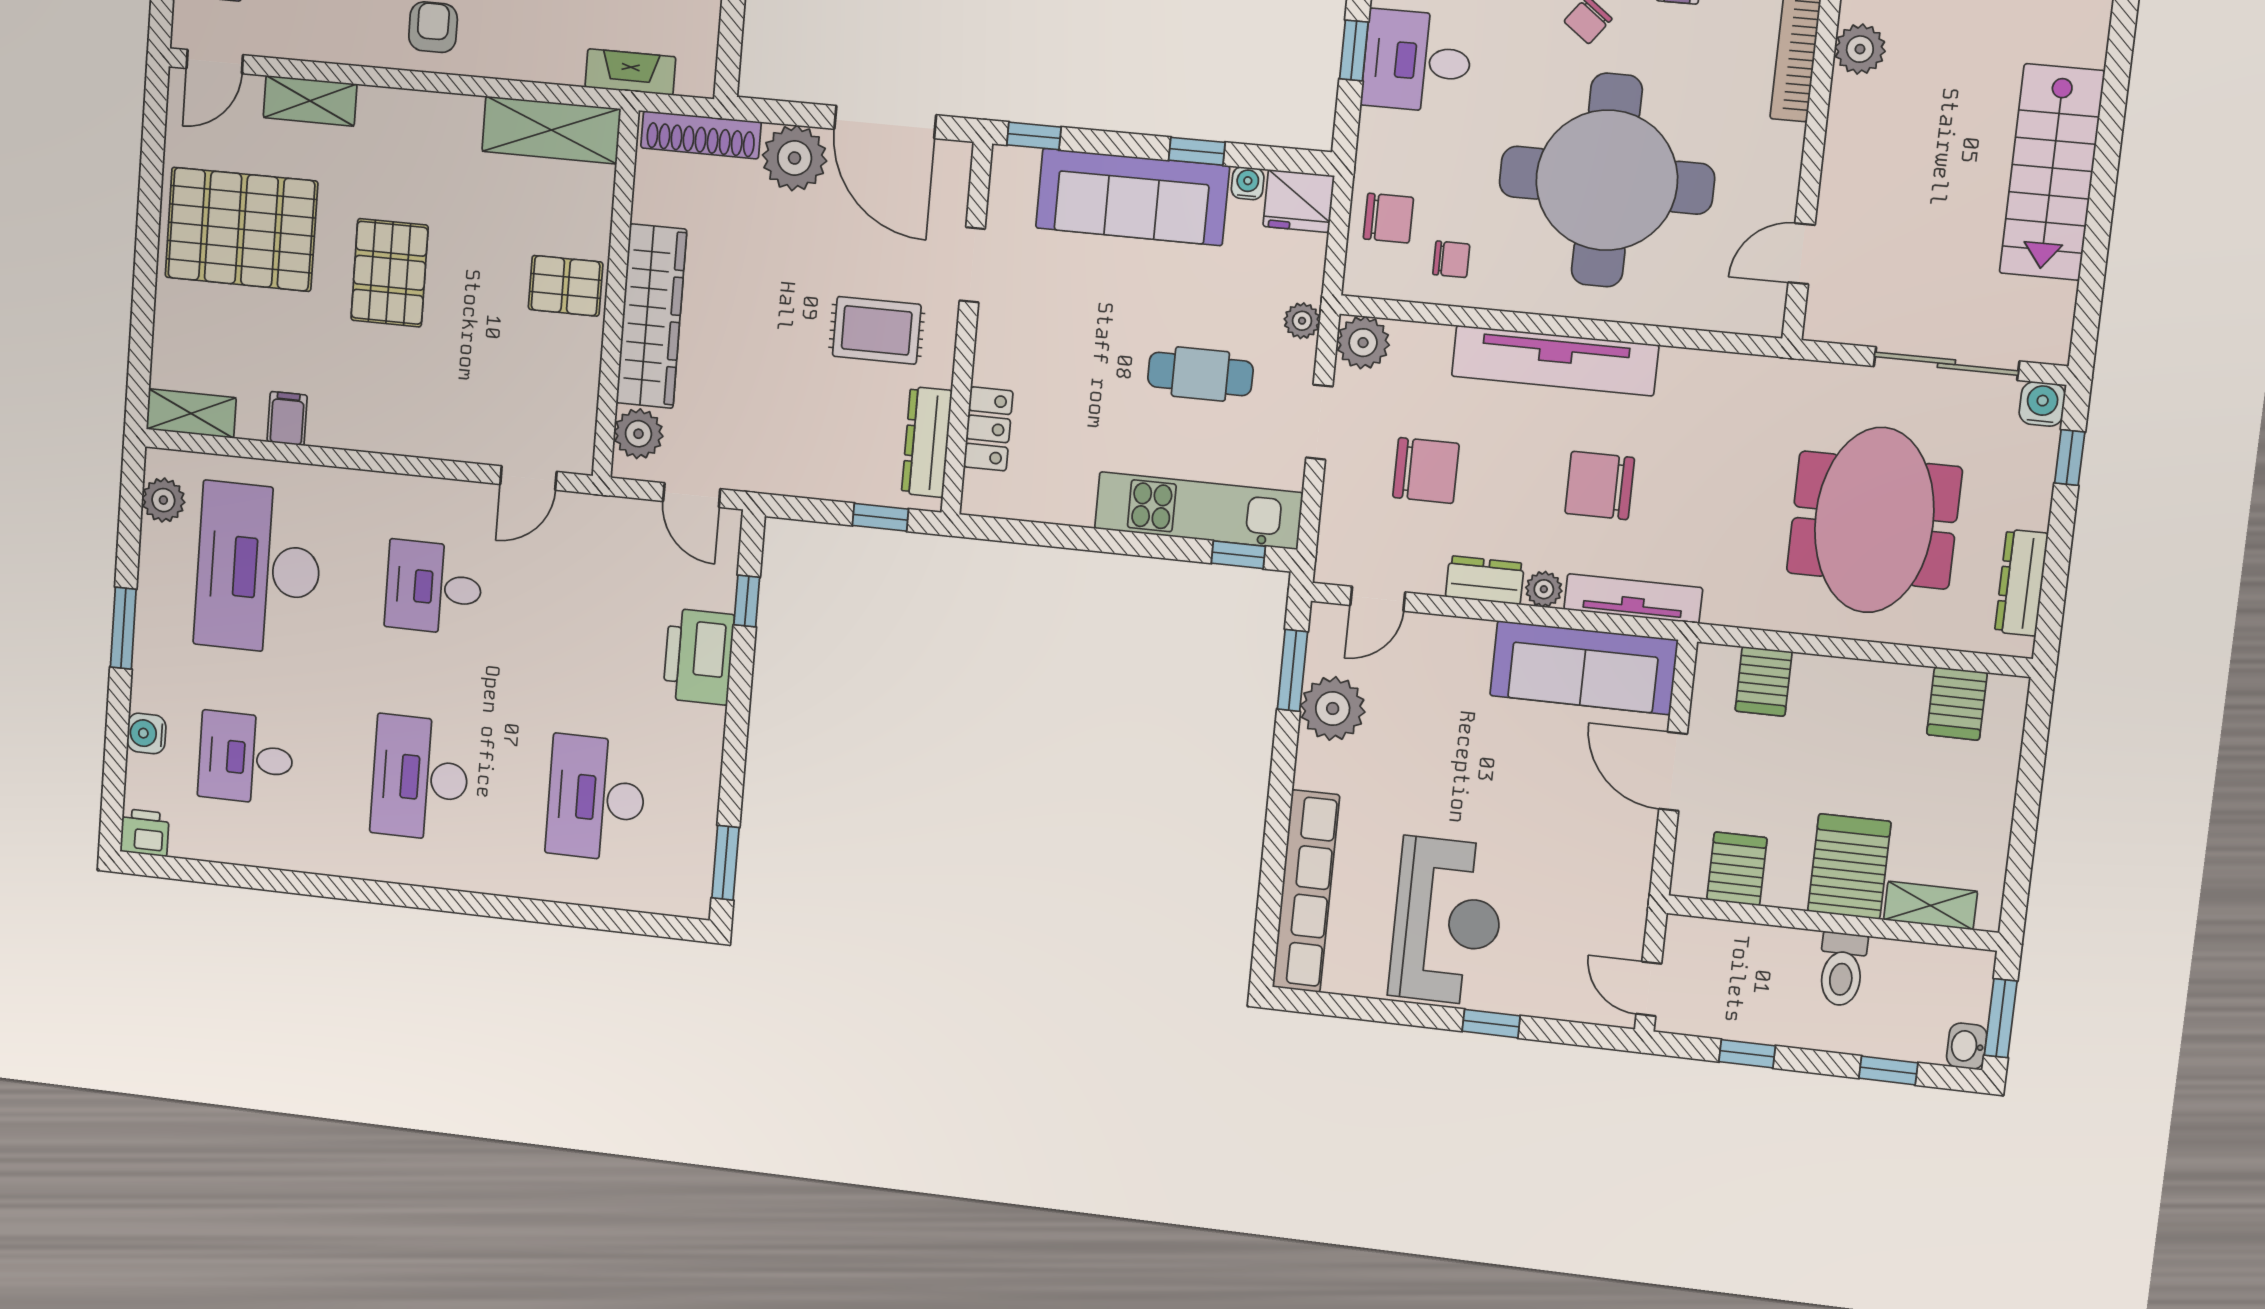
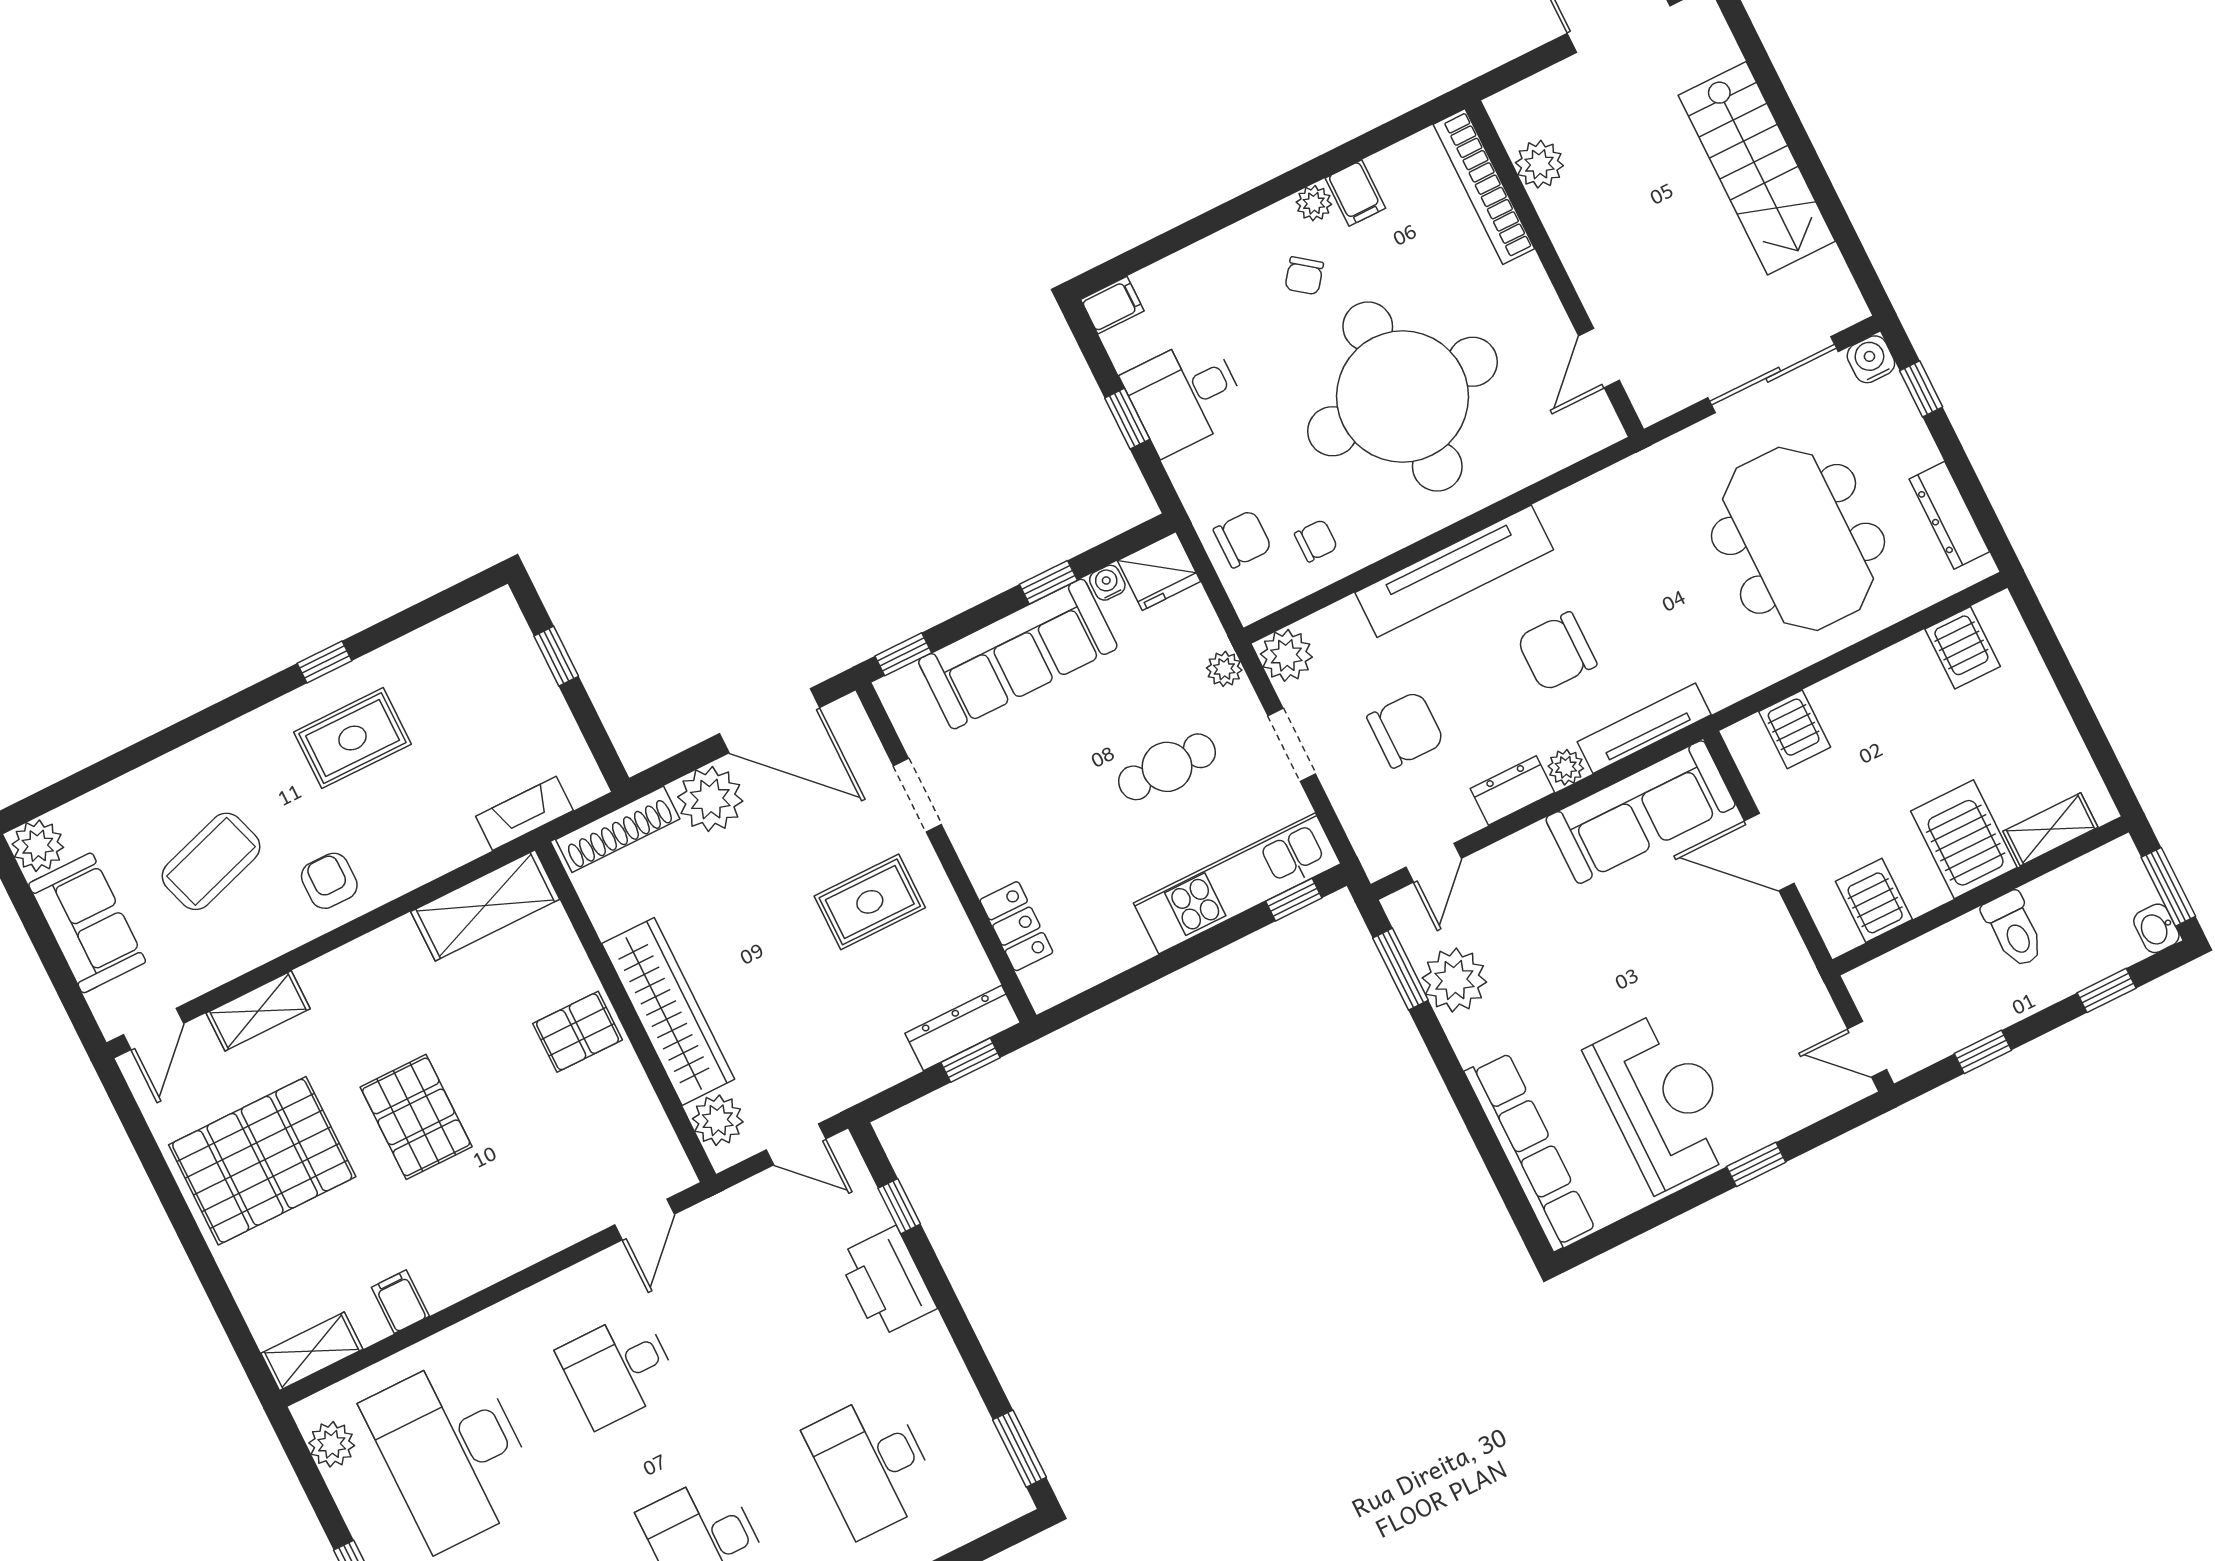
dresser: (927, 442) -> (963, 1028), moved, turned 90

